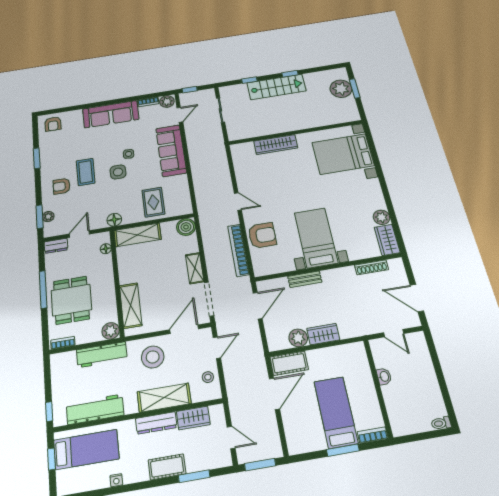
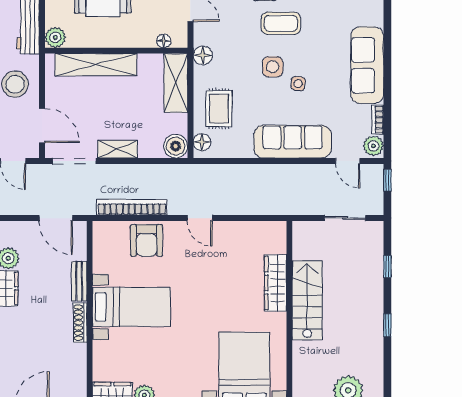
stairs: (276, 87) -> (307, 300), moved, turned 180
door: (238, 201) -> (200, 218), hinge flipped
rug: (153, 202) -> (219, 109), turned 90
floor lamp: (180, 209) -> (202, 142), added
shoe rack: (372, 267) -> (80, 323), moved
shelving: (131, 305) -> (96, 65), width x1.47

